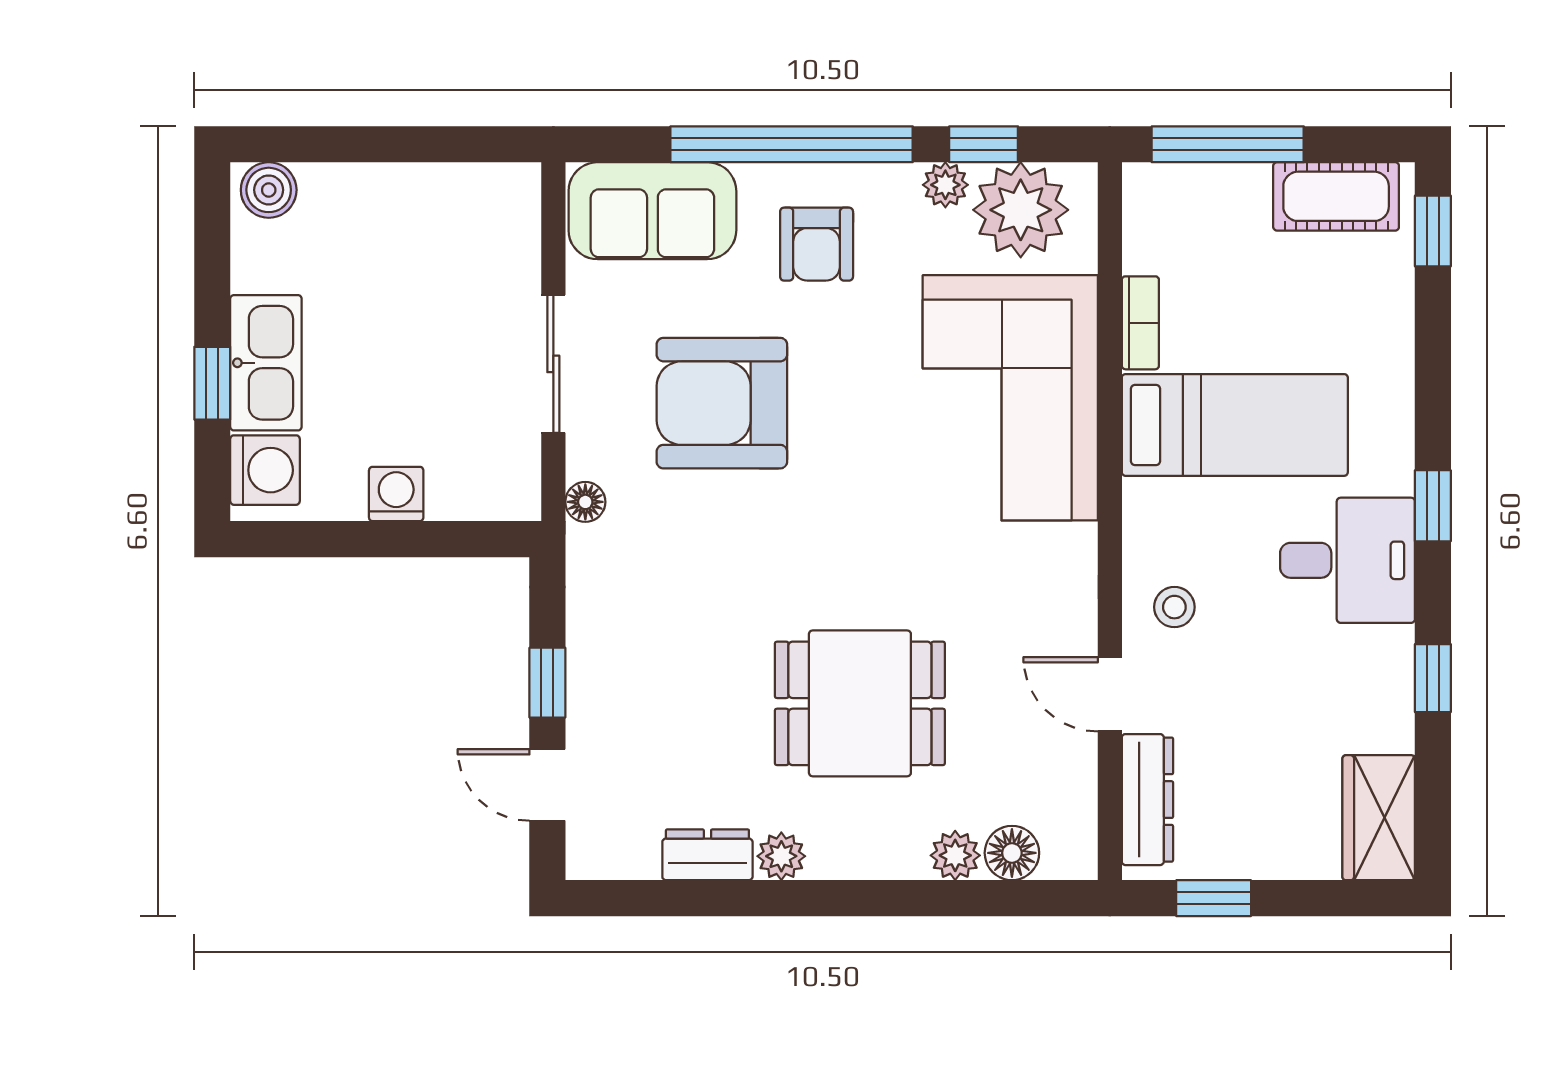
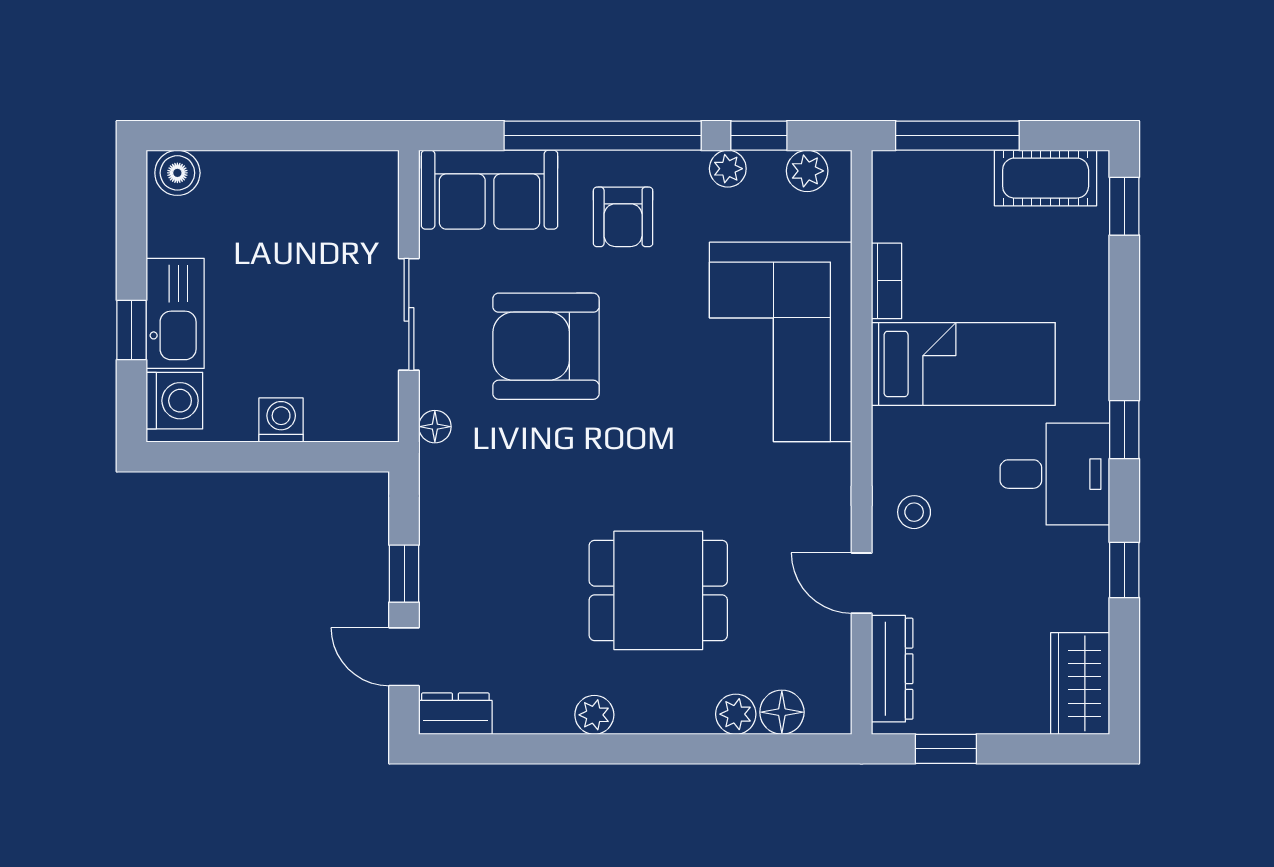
plant: (1021, 210) -> (807, 171), width x0.53, depth x0.53
dresser: (707, 855) -> (455, 714), moved

